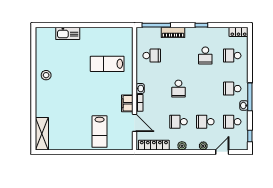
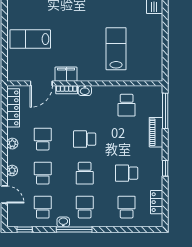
locker: (238, 32) -> (157, 202), moved
school desk: (205, 89) -> (85, 173), added

